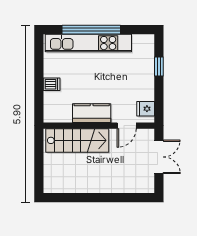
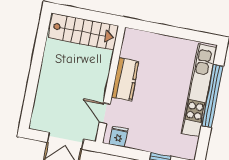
dishwasher: (52, 84) -> (163, 43), removed
stairs: (77, 140) -> (83, 32), moved, turned -90

